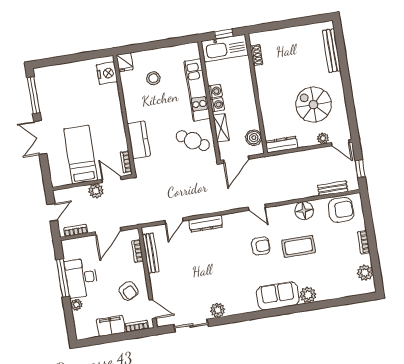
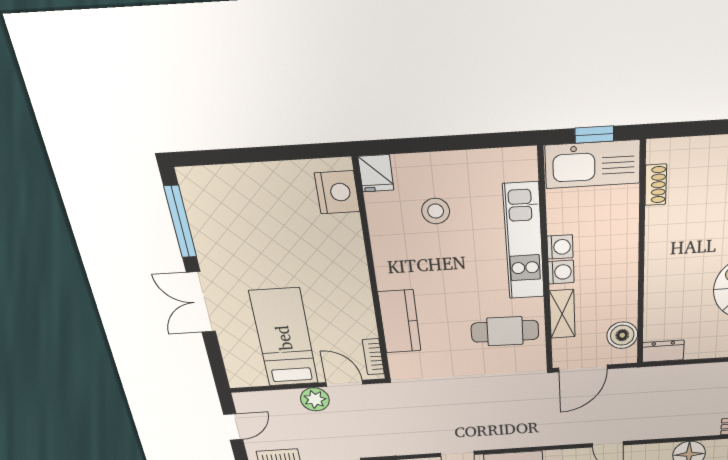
cafe table: (193, 141) -> (505, 331), turned -30
dresser: (282, 145) -> (663, 351), width x0.70

